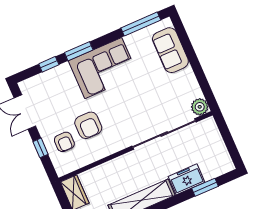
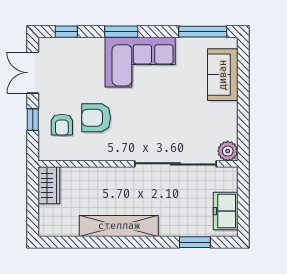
window: (49, 64) -> (66, 32), moved
armchair: (88, 125) -> (96, 118), turned 90
freezer: (187, 179) -> (226, 211), moved, turned -90

